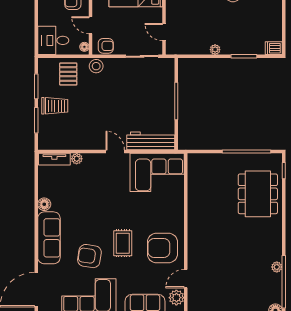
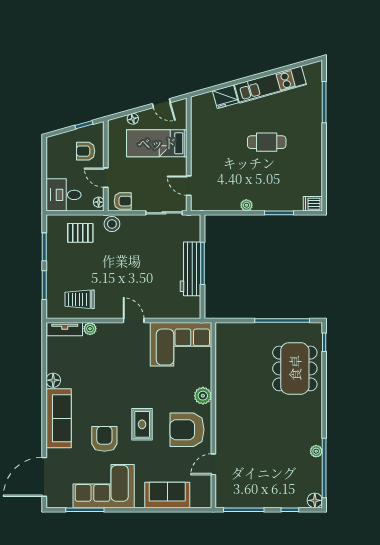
pallet: (68, 74) -> (80, 233), turned 90
trolley: (55, 106) -> (80, 299), moved, turned 180
workbench: (151, 141) -> (191, 269), moved, turned -90
armchair: (89, 256) -> (104, 439), turned 81
plant: (176, 298) -> (203, 396), moved

